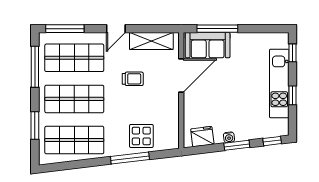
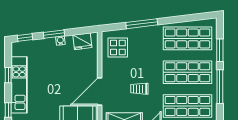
window: (35, 67) -> (220, 87), moved
display table: (141, 136) -> (118, 47), moved

